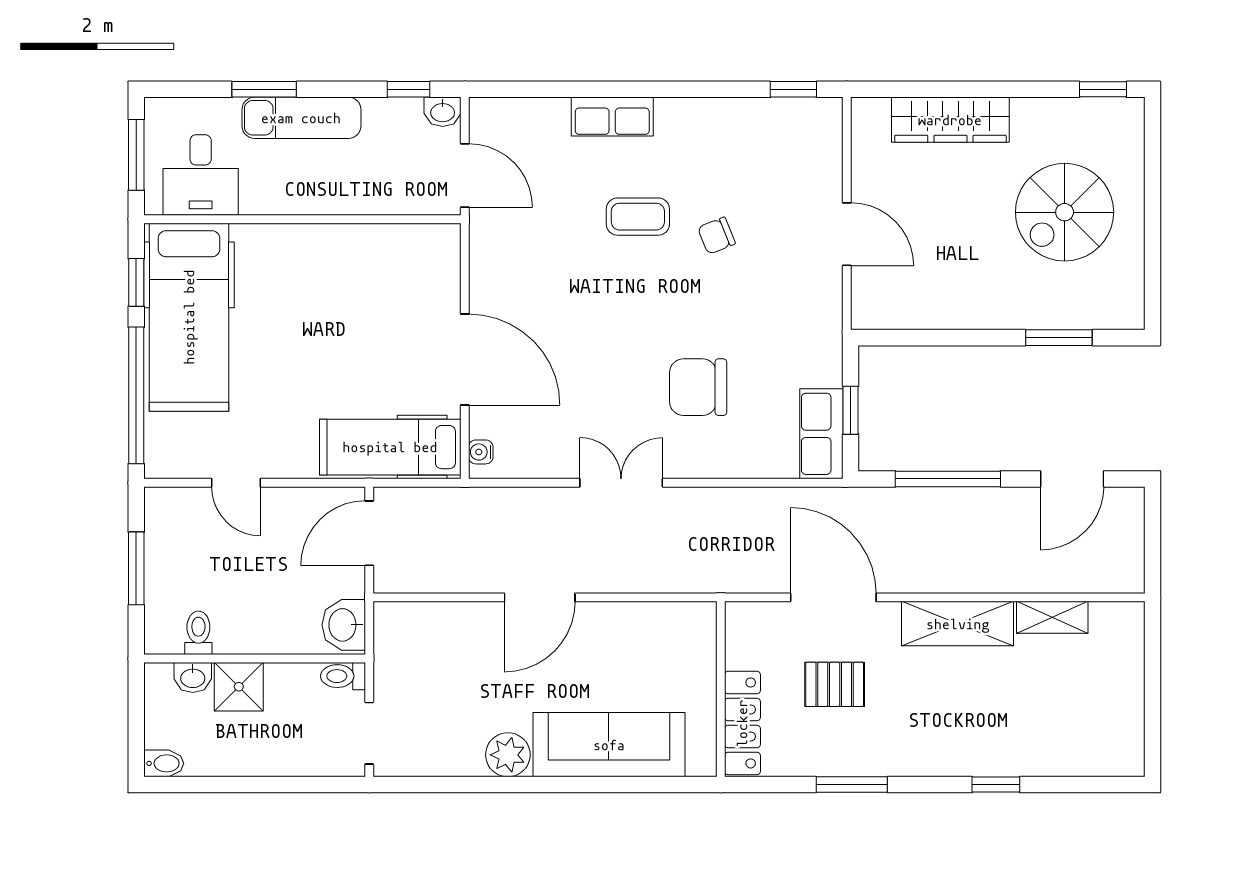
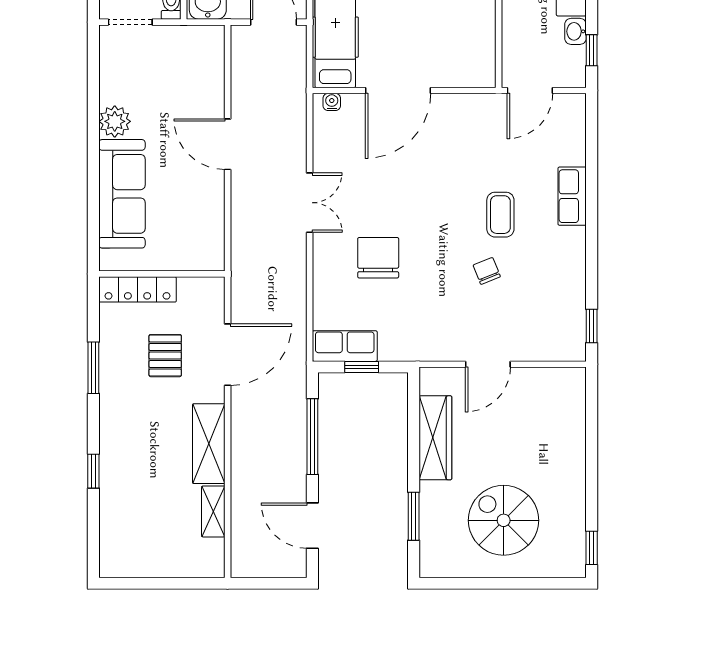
washbasin: (443, 112) -> (575, 31), moved
wardrobe: (950, 120) -> (435, 438), moved, turned 180

